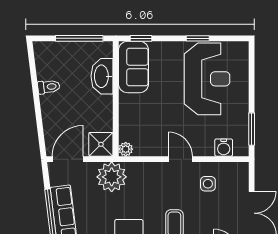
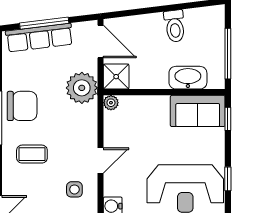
toilet: (49, 87) -> (175, 26), width x1.37, depth x1.39

